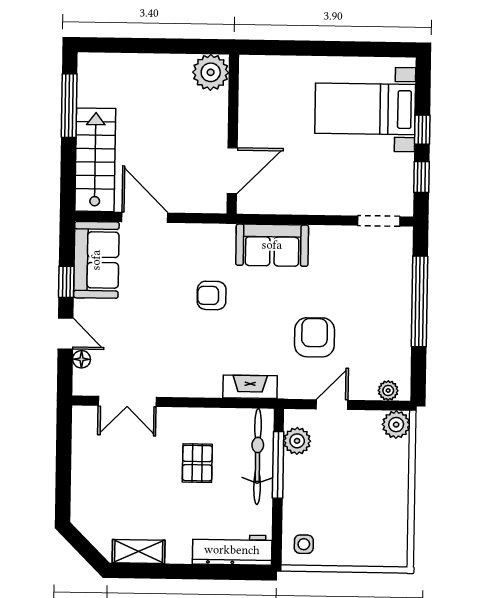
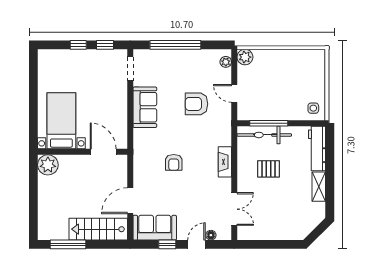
bed with nightstands: (365, 109) -> (61, 121), moved, turned 180
sofa: (272, 245) -> (145, 107), moved
fireplace: (250, 387) -> (225, 162), moved
plant: (297, 441) -> (255, 113), removed
shelving: (139, 551) -> (319, 187), moved

